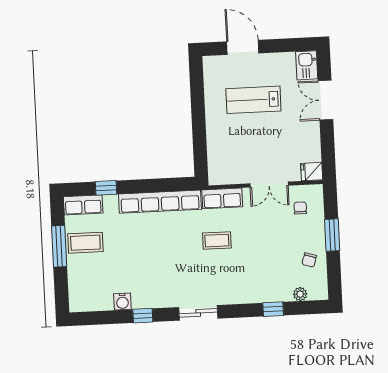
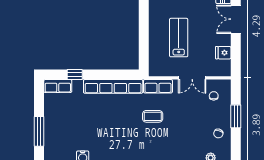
lab bench: (253, 100) -> (179, 38), moved, turned 90
fridge: (312, 172) -> (223, 53), moved
coffee table: (85, 243) -> (58, 113), removed
window: (59, 246) -> (39, 131), moved

